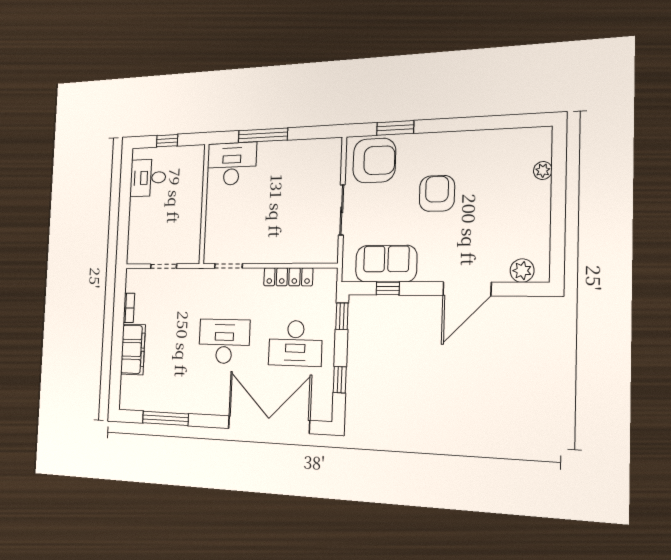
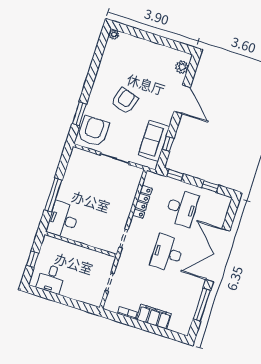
plant: (543, 171) -> (114, 34), moved
armchair: (437, 193) -> (125, 101), turned 107
double door: (269, 425) -> (218, 255), moved

